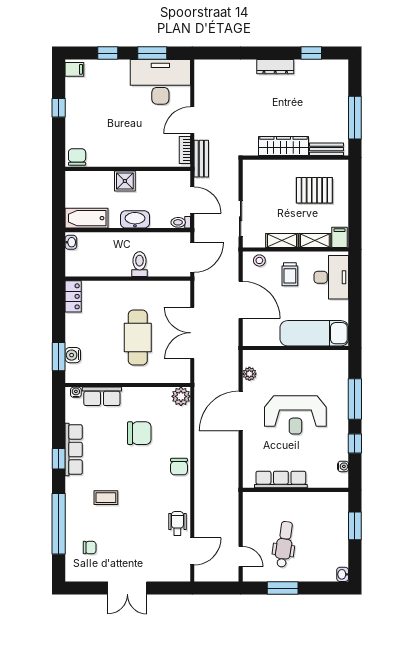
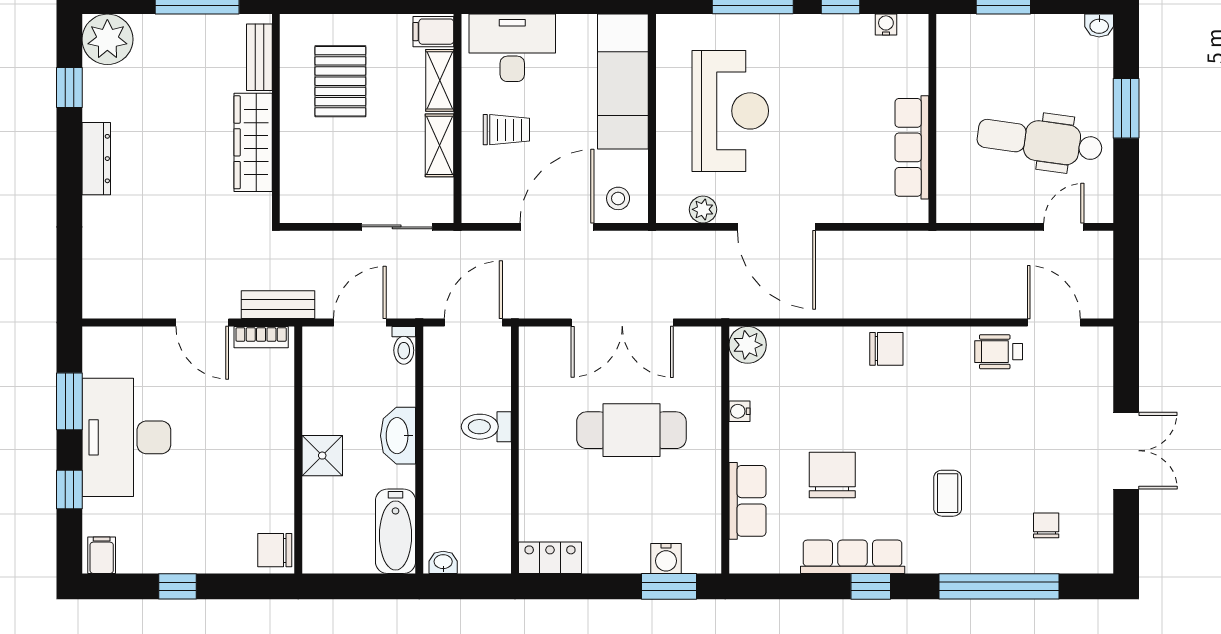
plant: (336, 72) -> (107, 39), added
desk: (160, 82) -> (126, 437), moved
door: (192, 258) -> (473, 322), hinge flipped
stool: (259, 260) -> (618, 198), moved
water cooler: (76, 392) -> (739, 411), moved
reception desk: (295, 415) -> (730, 111), moved
chair: (139, 433) -> (832, 475), moved
dental chair: (284, 544) -> (1040, 141), width x1.36, depth x1.38
window: (283, 588) -> (1126, 108), moved

